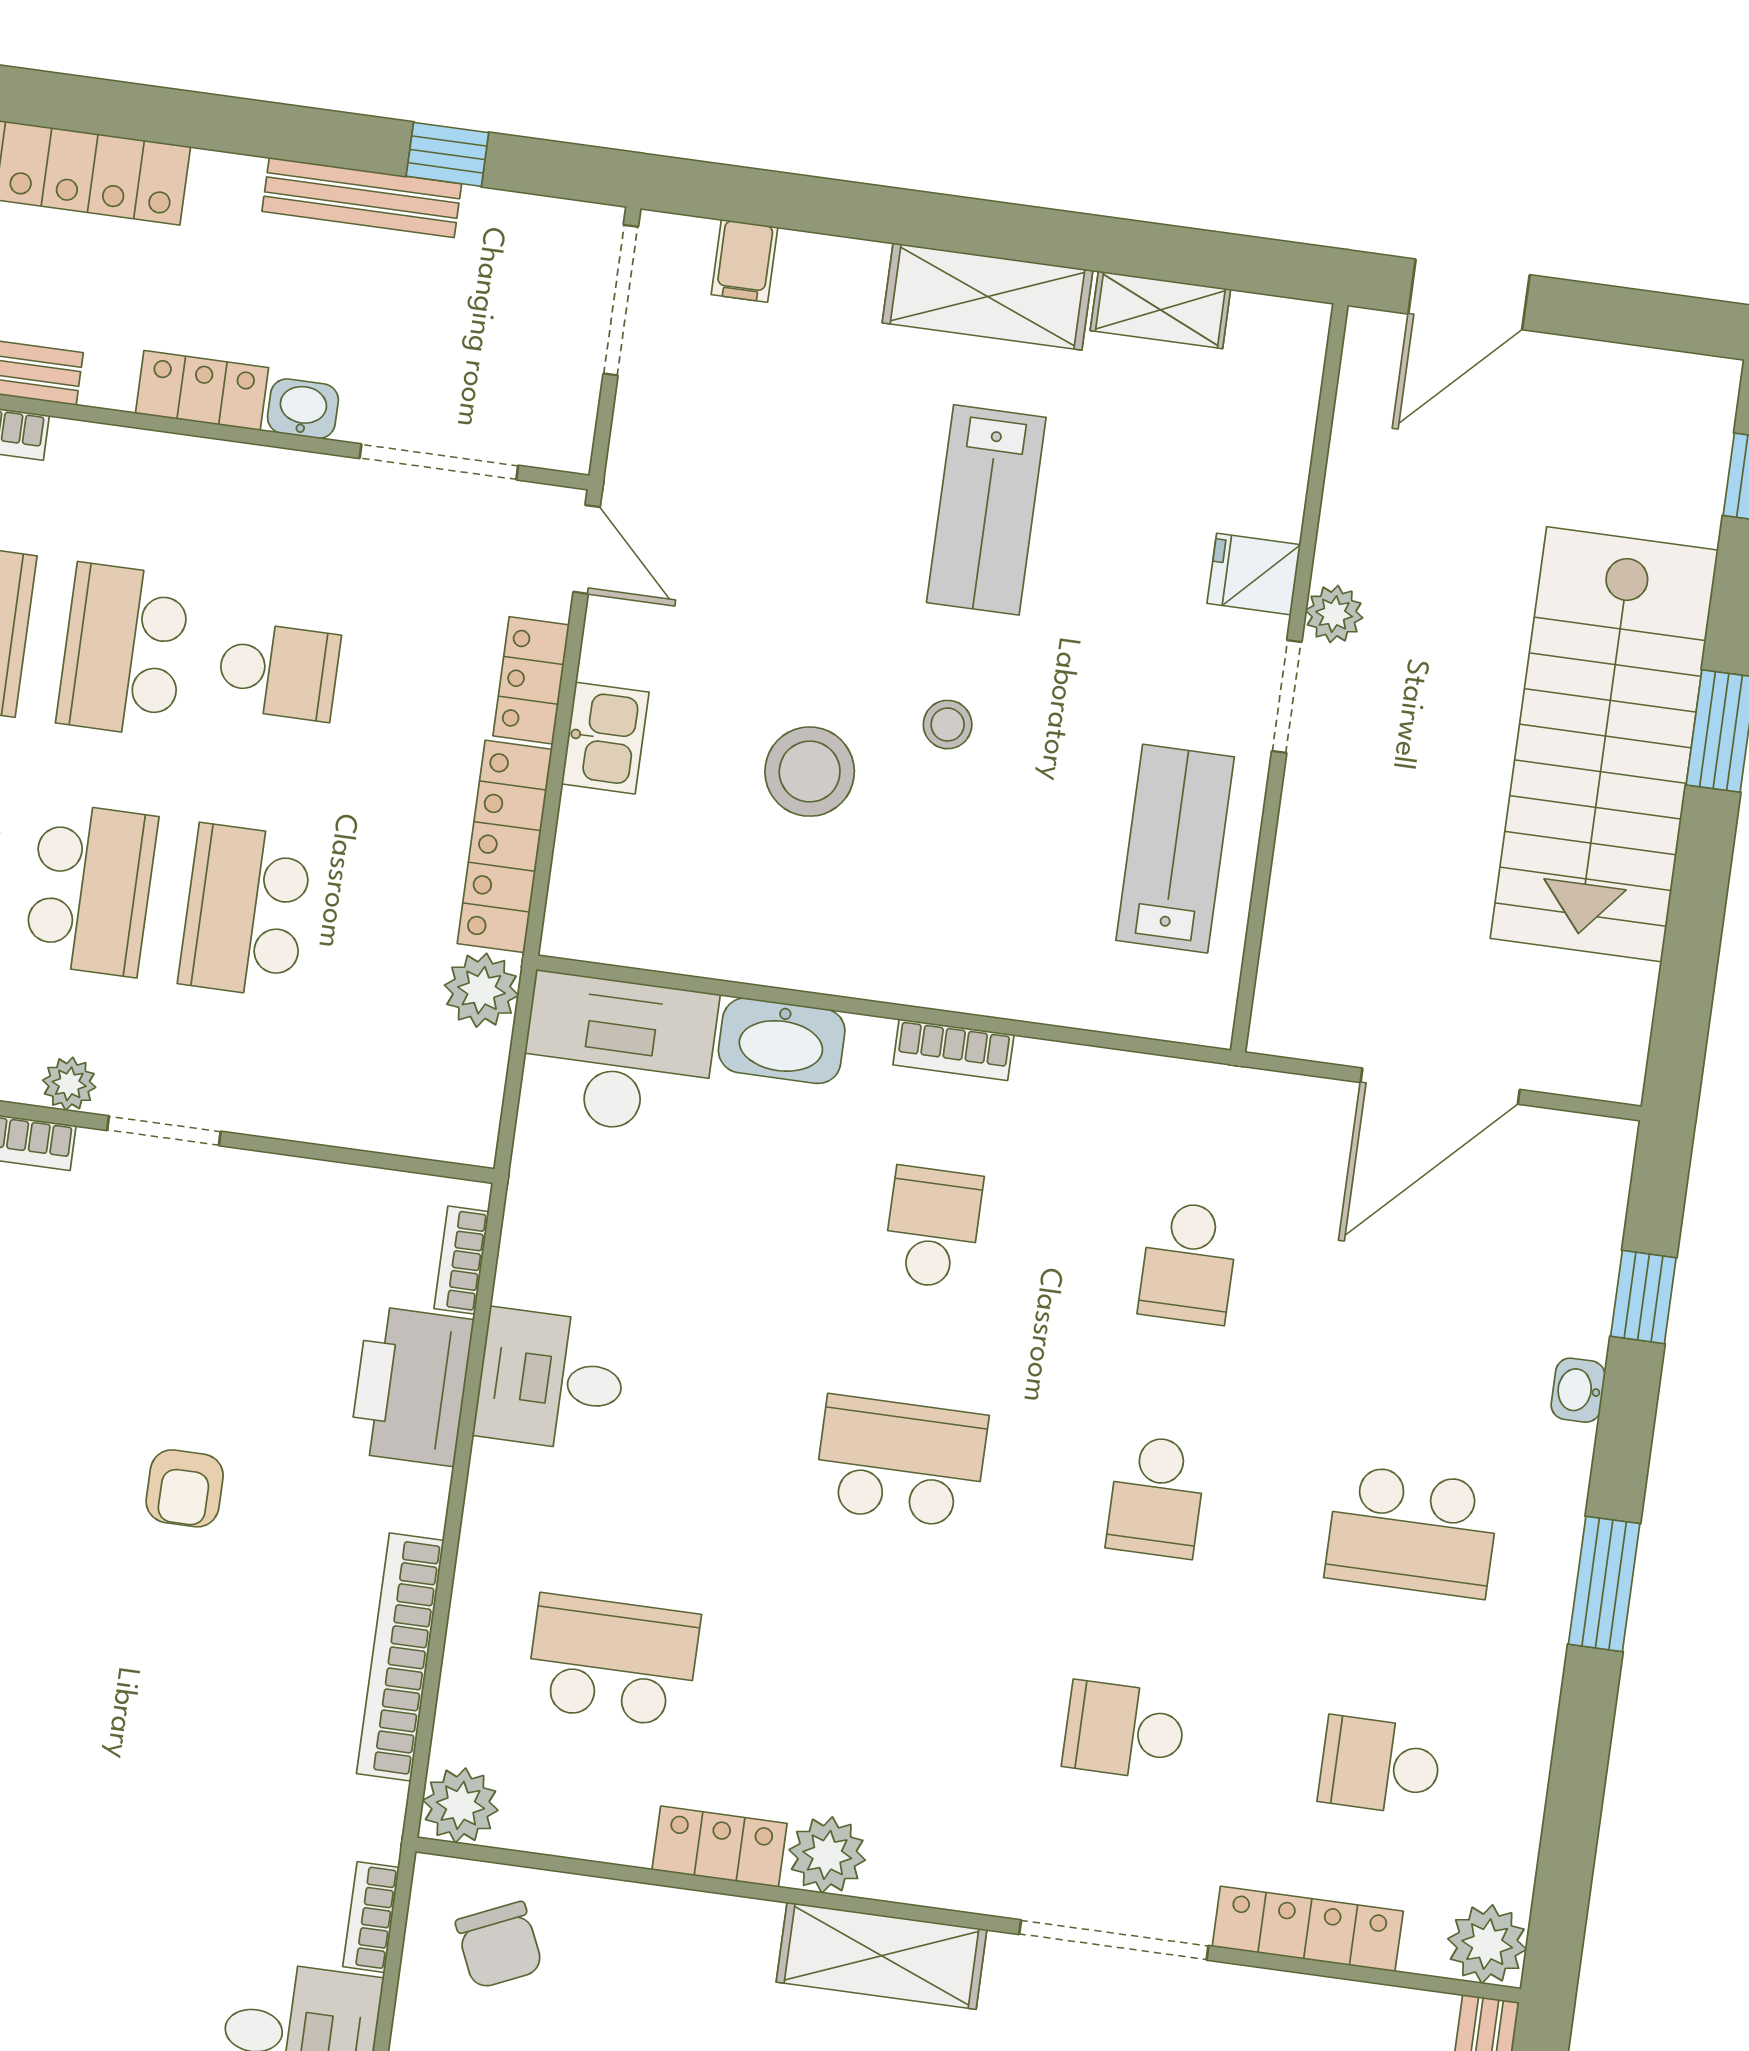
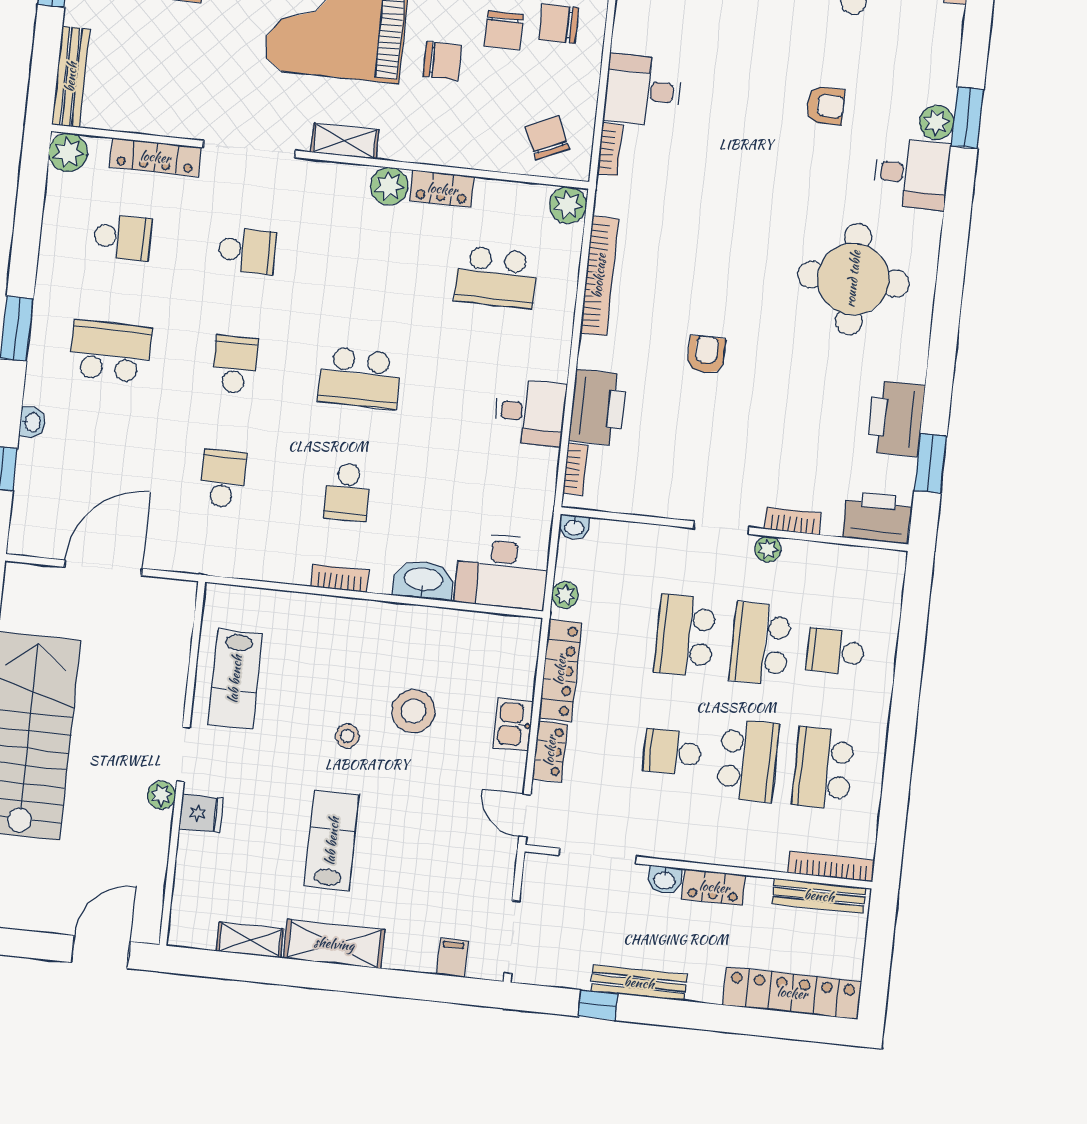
school desk: (246, 911) -> (685, 636), turned 180
plant: (482, 990) -> (565, 595), width x0.73, depth x0.73
washbasin: (467, 1141) -> (574, 527), added
shelving: (882, 1956) -> (345, 141), width x0.67, depth x0.75

